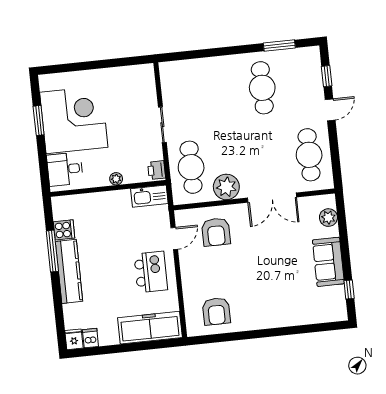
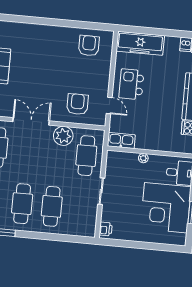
cafe table: (223, 92) -> (52, 206), added
printer: (157, 170) -> (106, 229), moved
door: (174, 239) -> (109, 105), swing flipped

